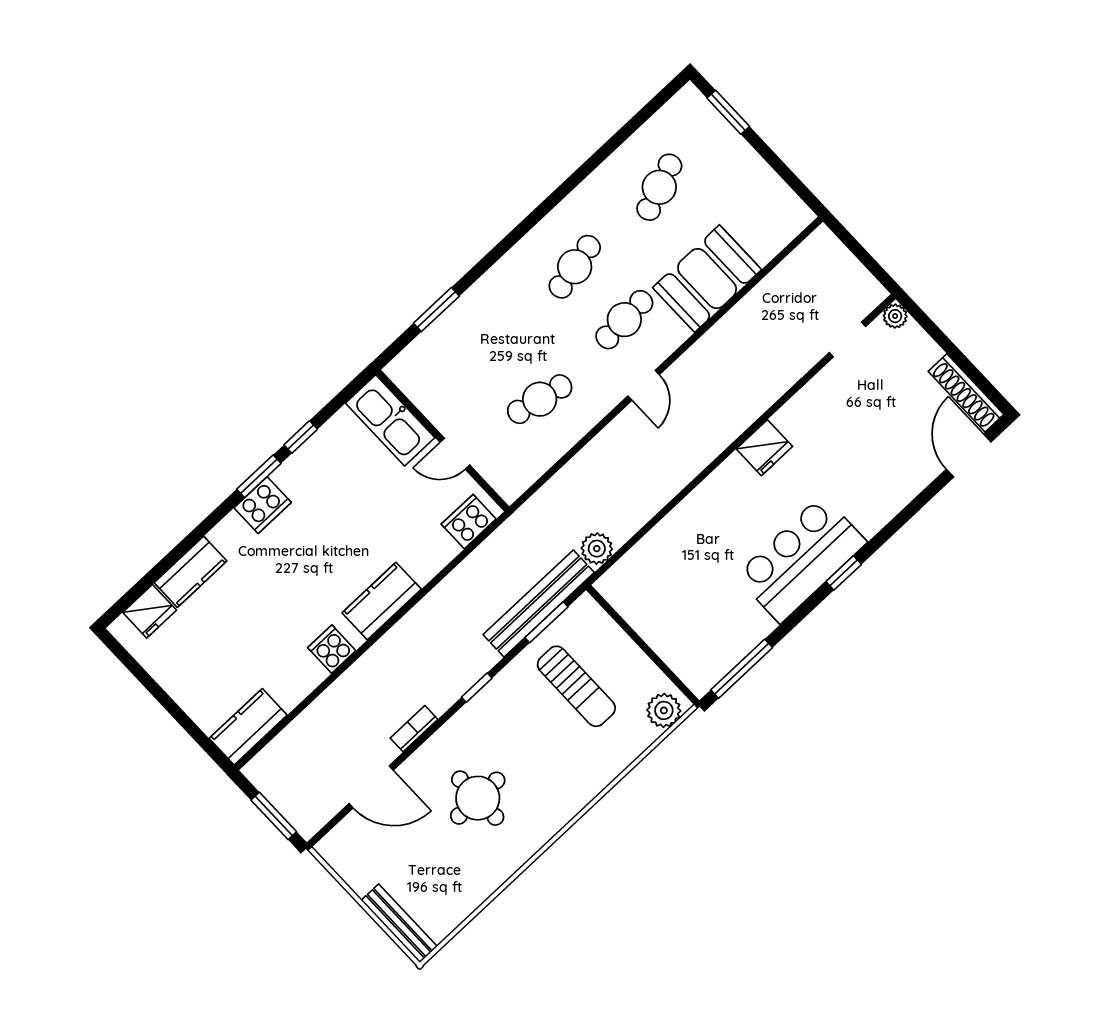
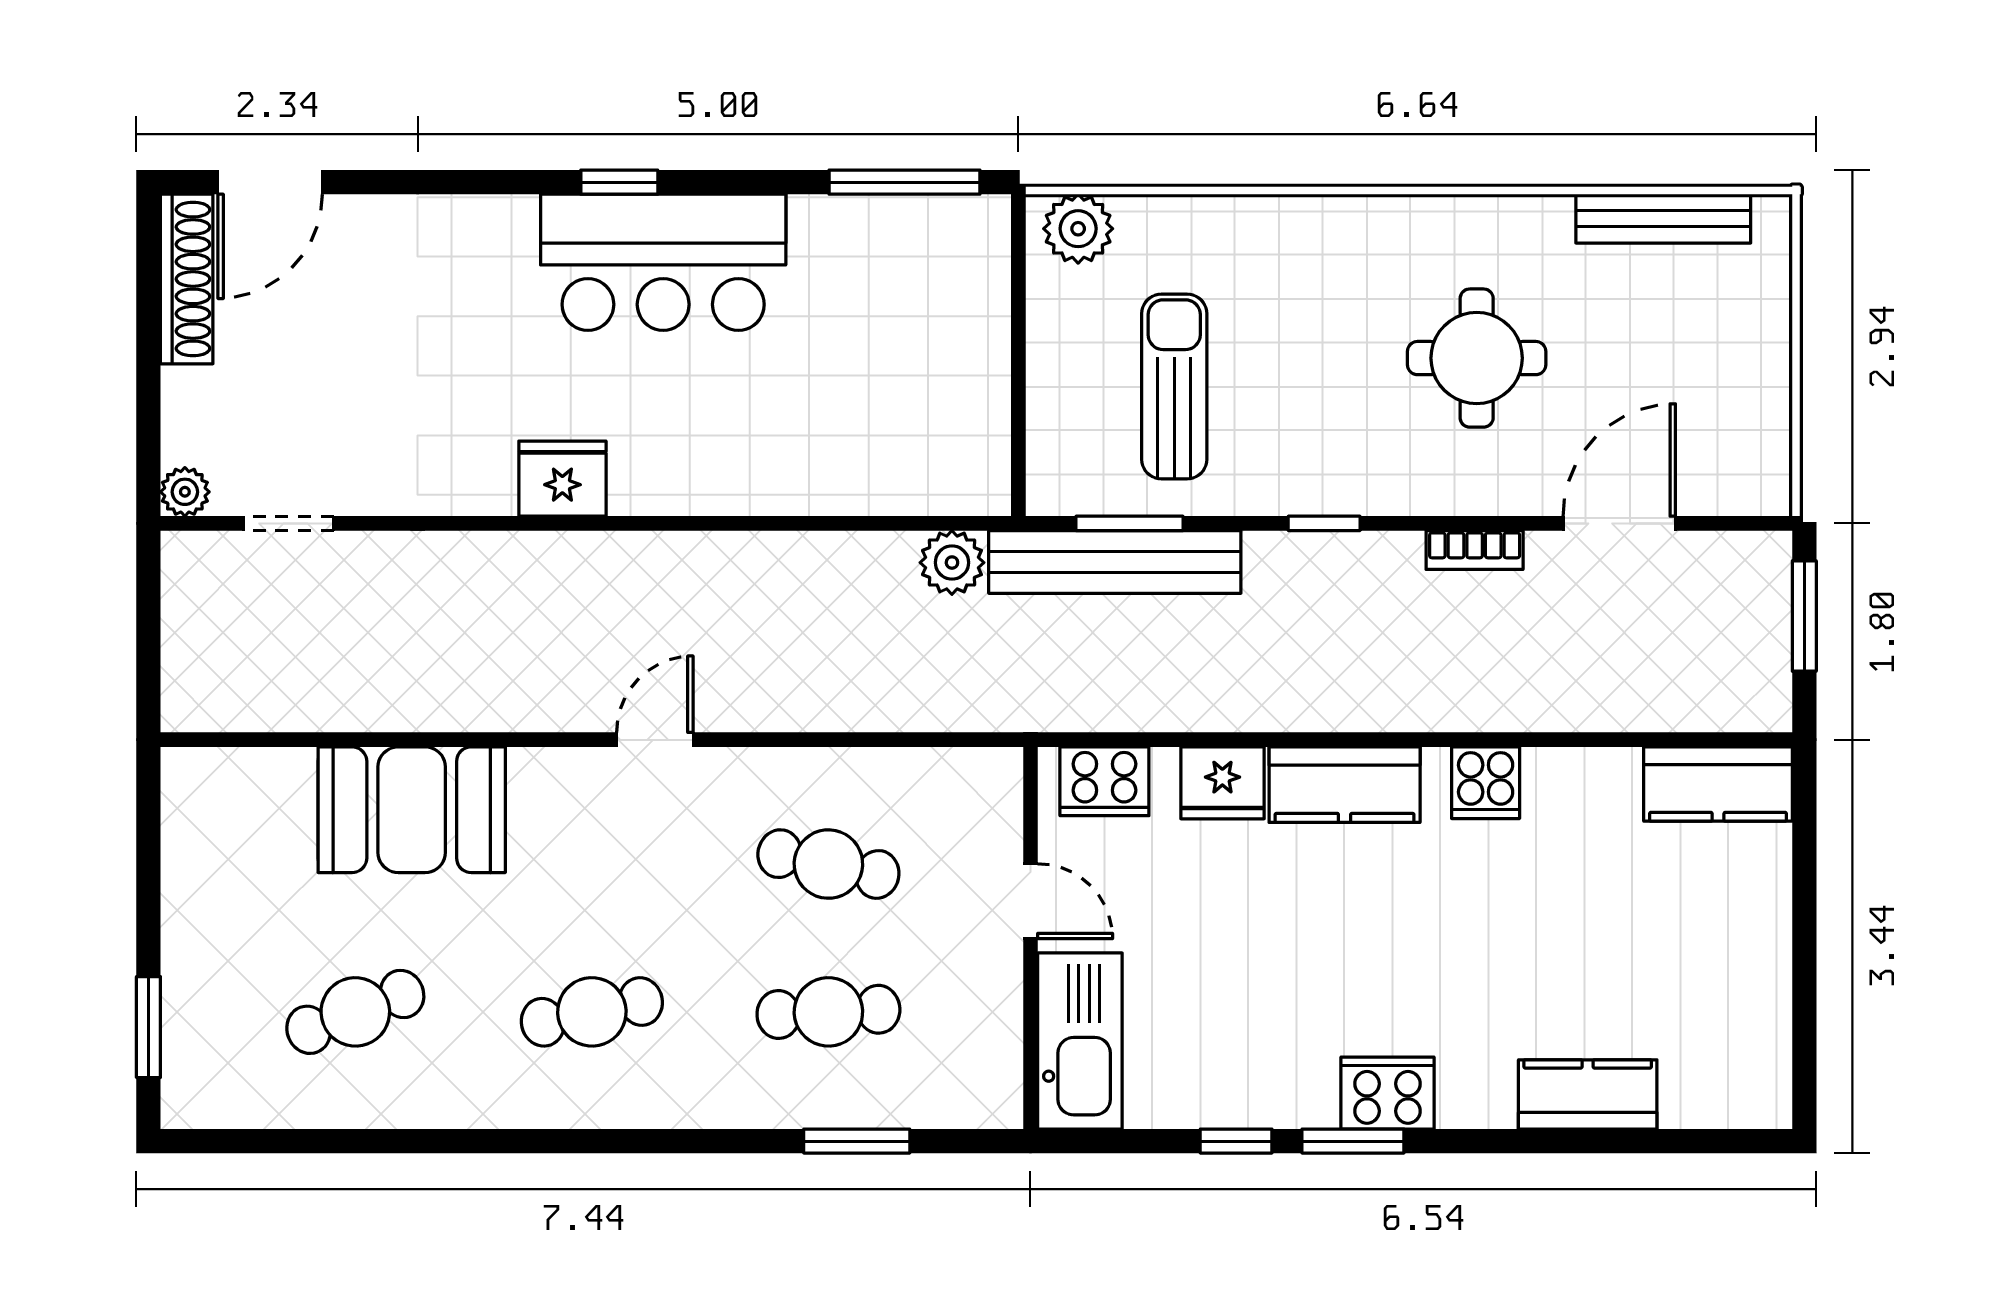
cafe table: (624, 320) -> (828, 1012), moved
fridge: (150, 611) -> (1222, 783), moved, turned 180
door: (371, 787) -> (1619, 523), hinge flipped
bench: (399, 923) -> (1663, 219), moved, turned 90

